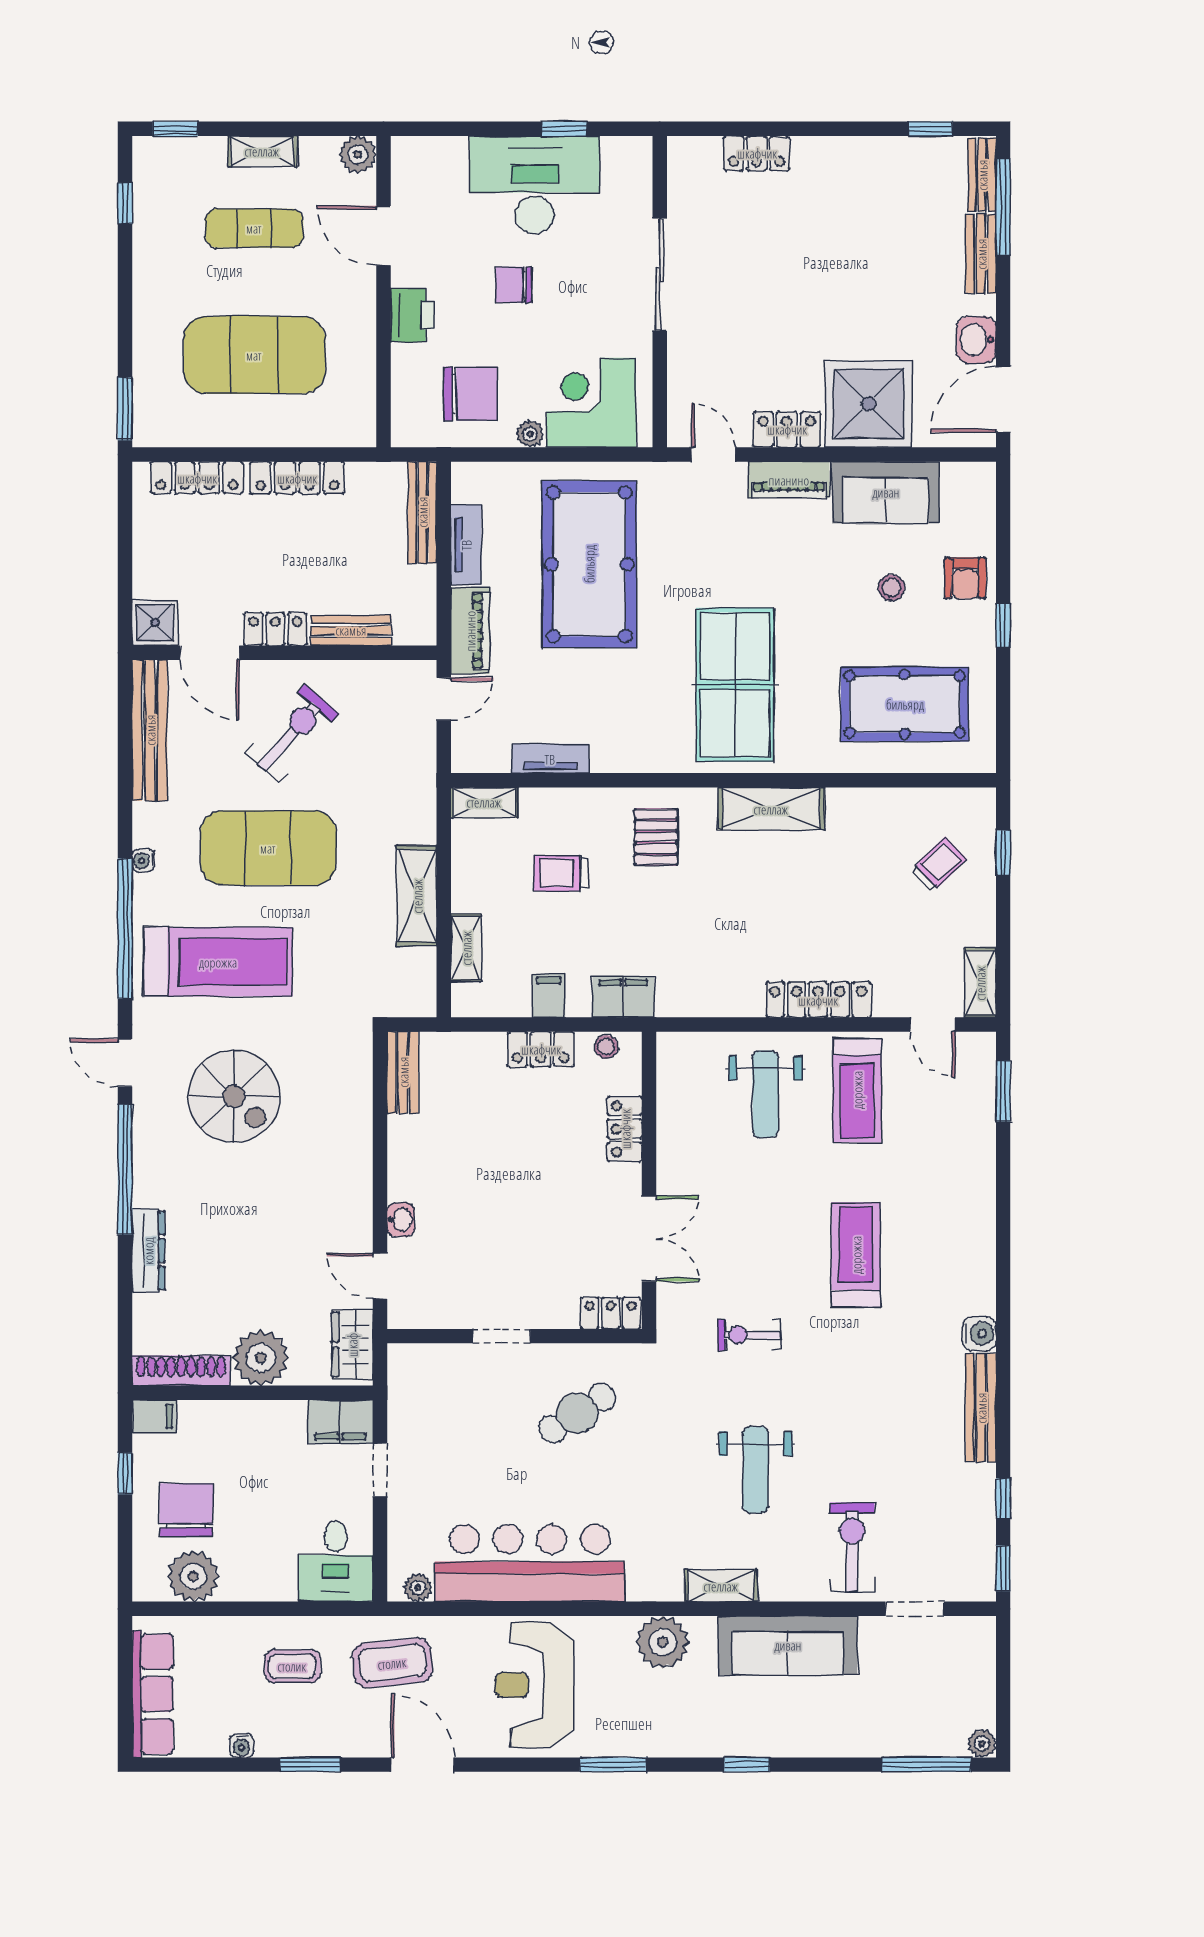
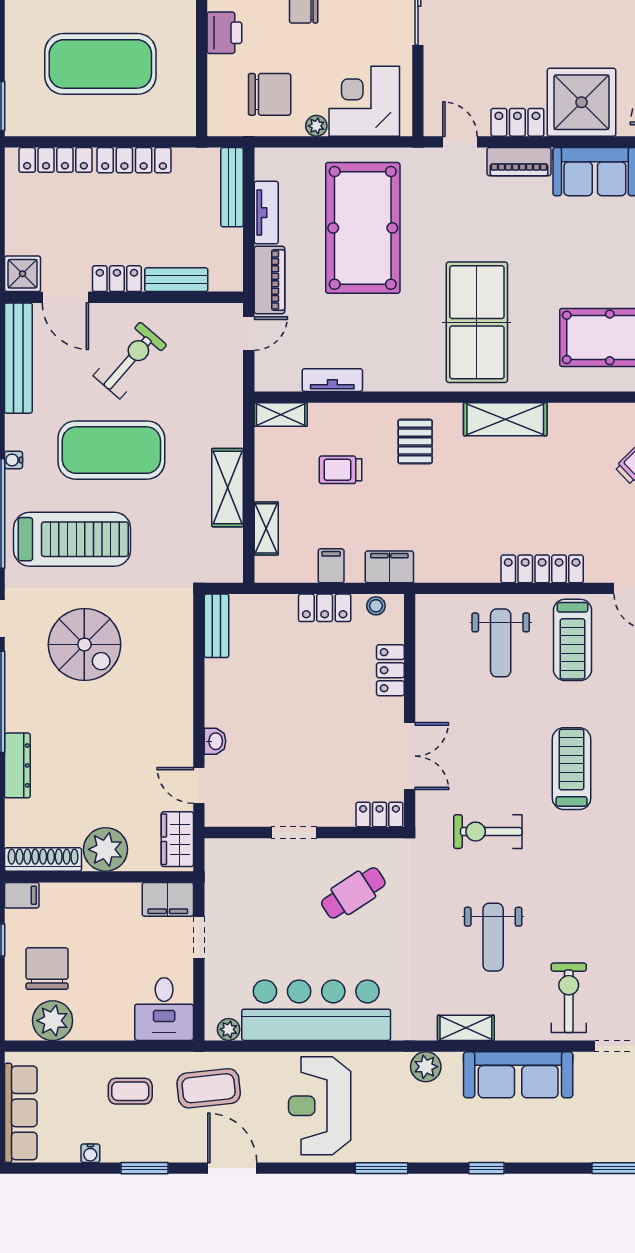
stool: (891, 588) -> (599, 246), removed
exercise bike: (749, 1335) -> (488, 832), width x1.38, depth x1.39
plant: (663, 1642) -> (426, 1067), width x0.73, depth x0.73

